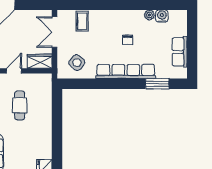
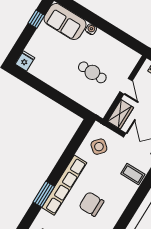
chair: (128, 40) -> (91, 204), width x1.87, depth x1.87
window: (157, 84) -> (44, 194), moved

